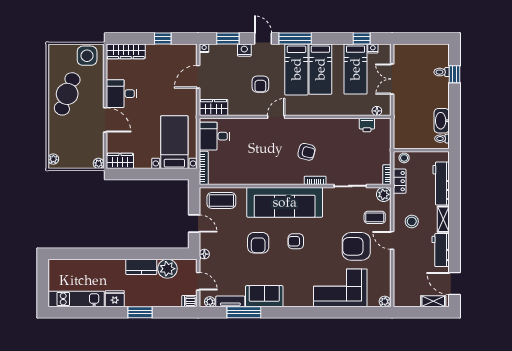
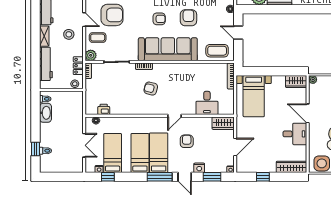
desk: (215, 136) -> (207, 103), moved, turned 90

